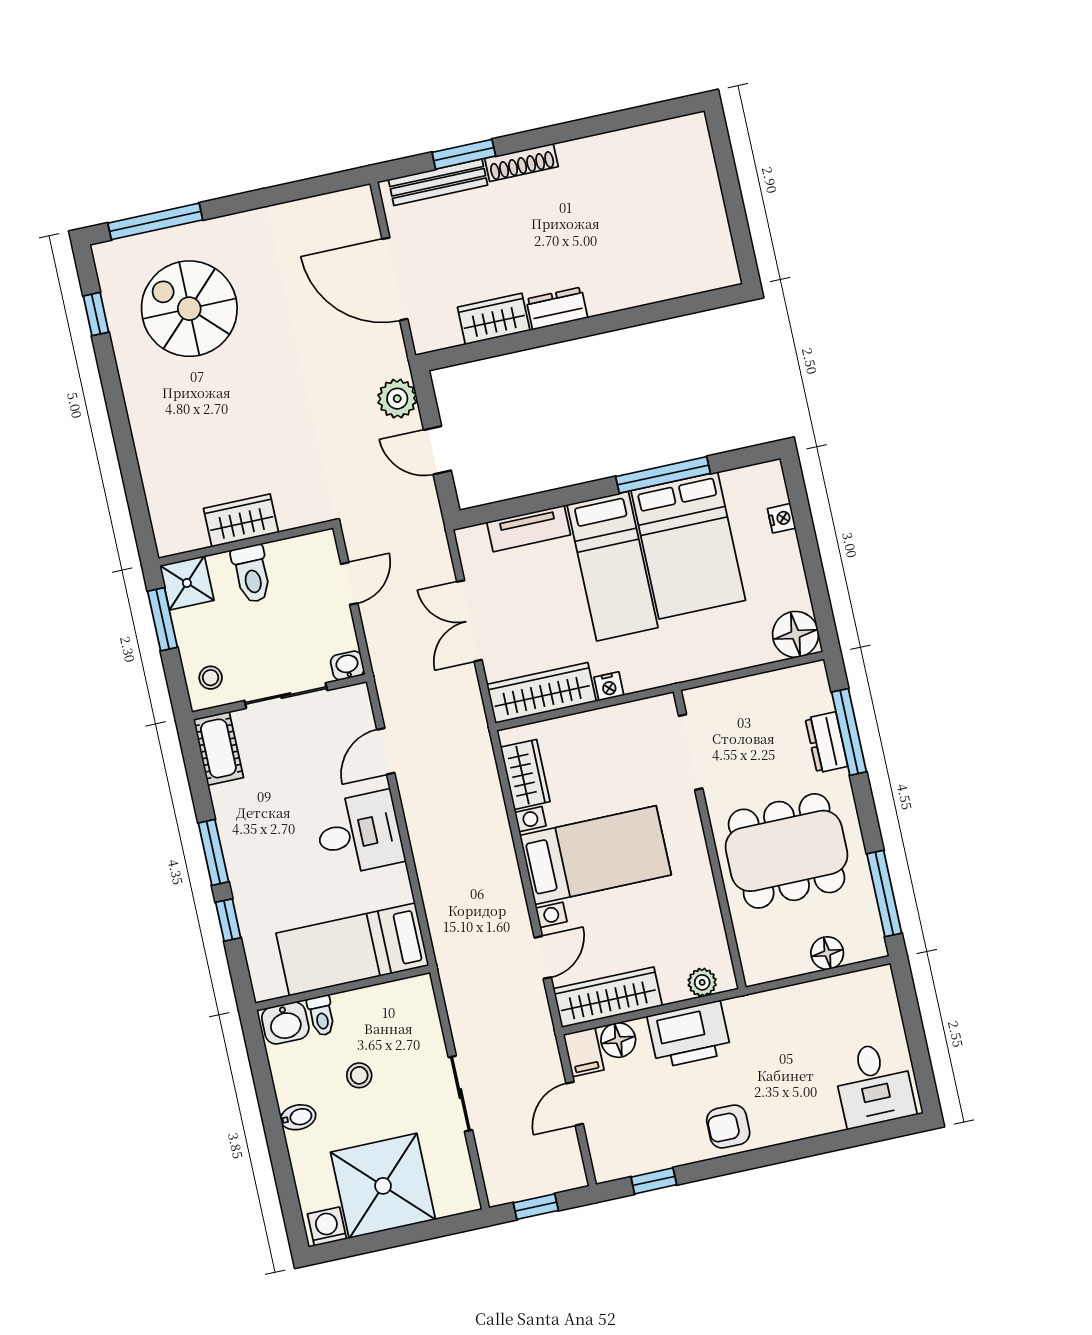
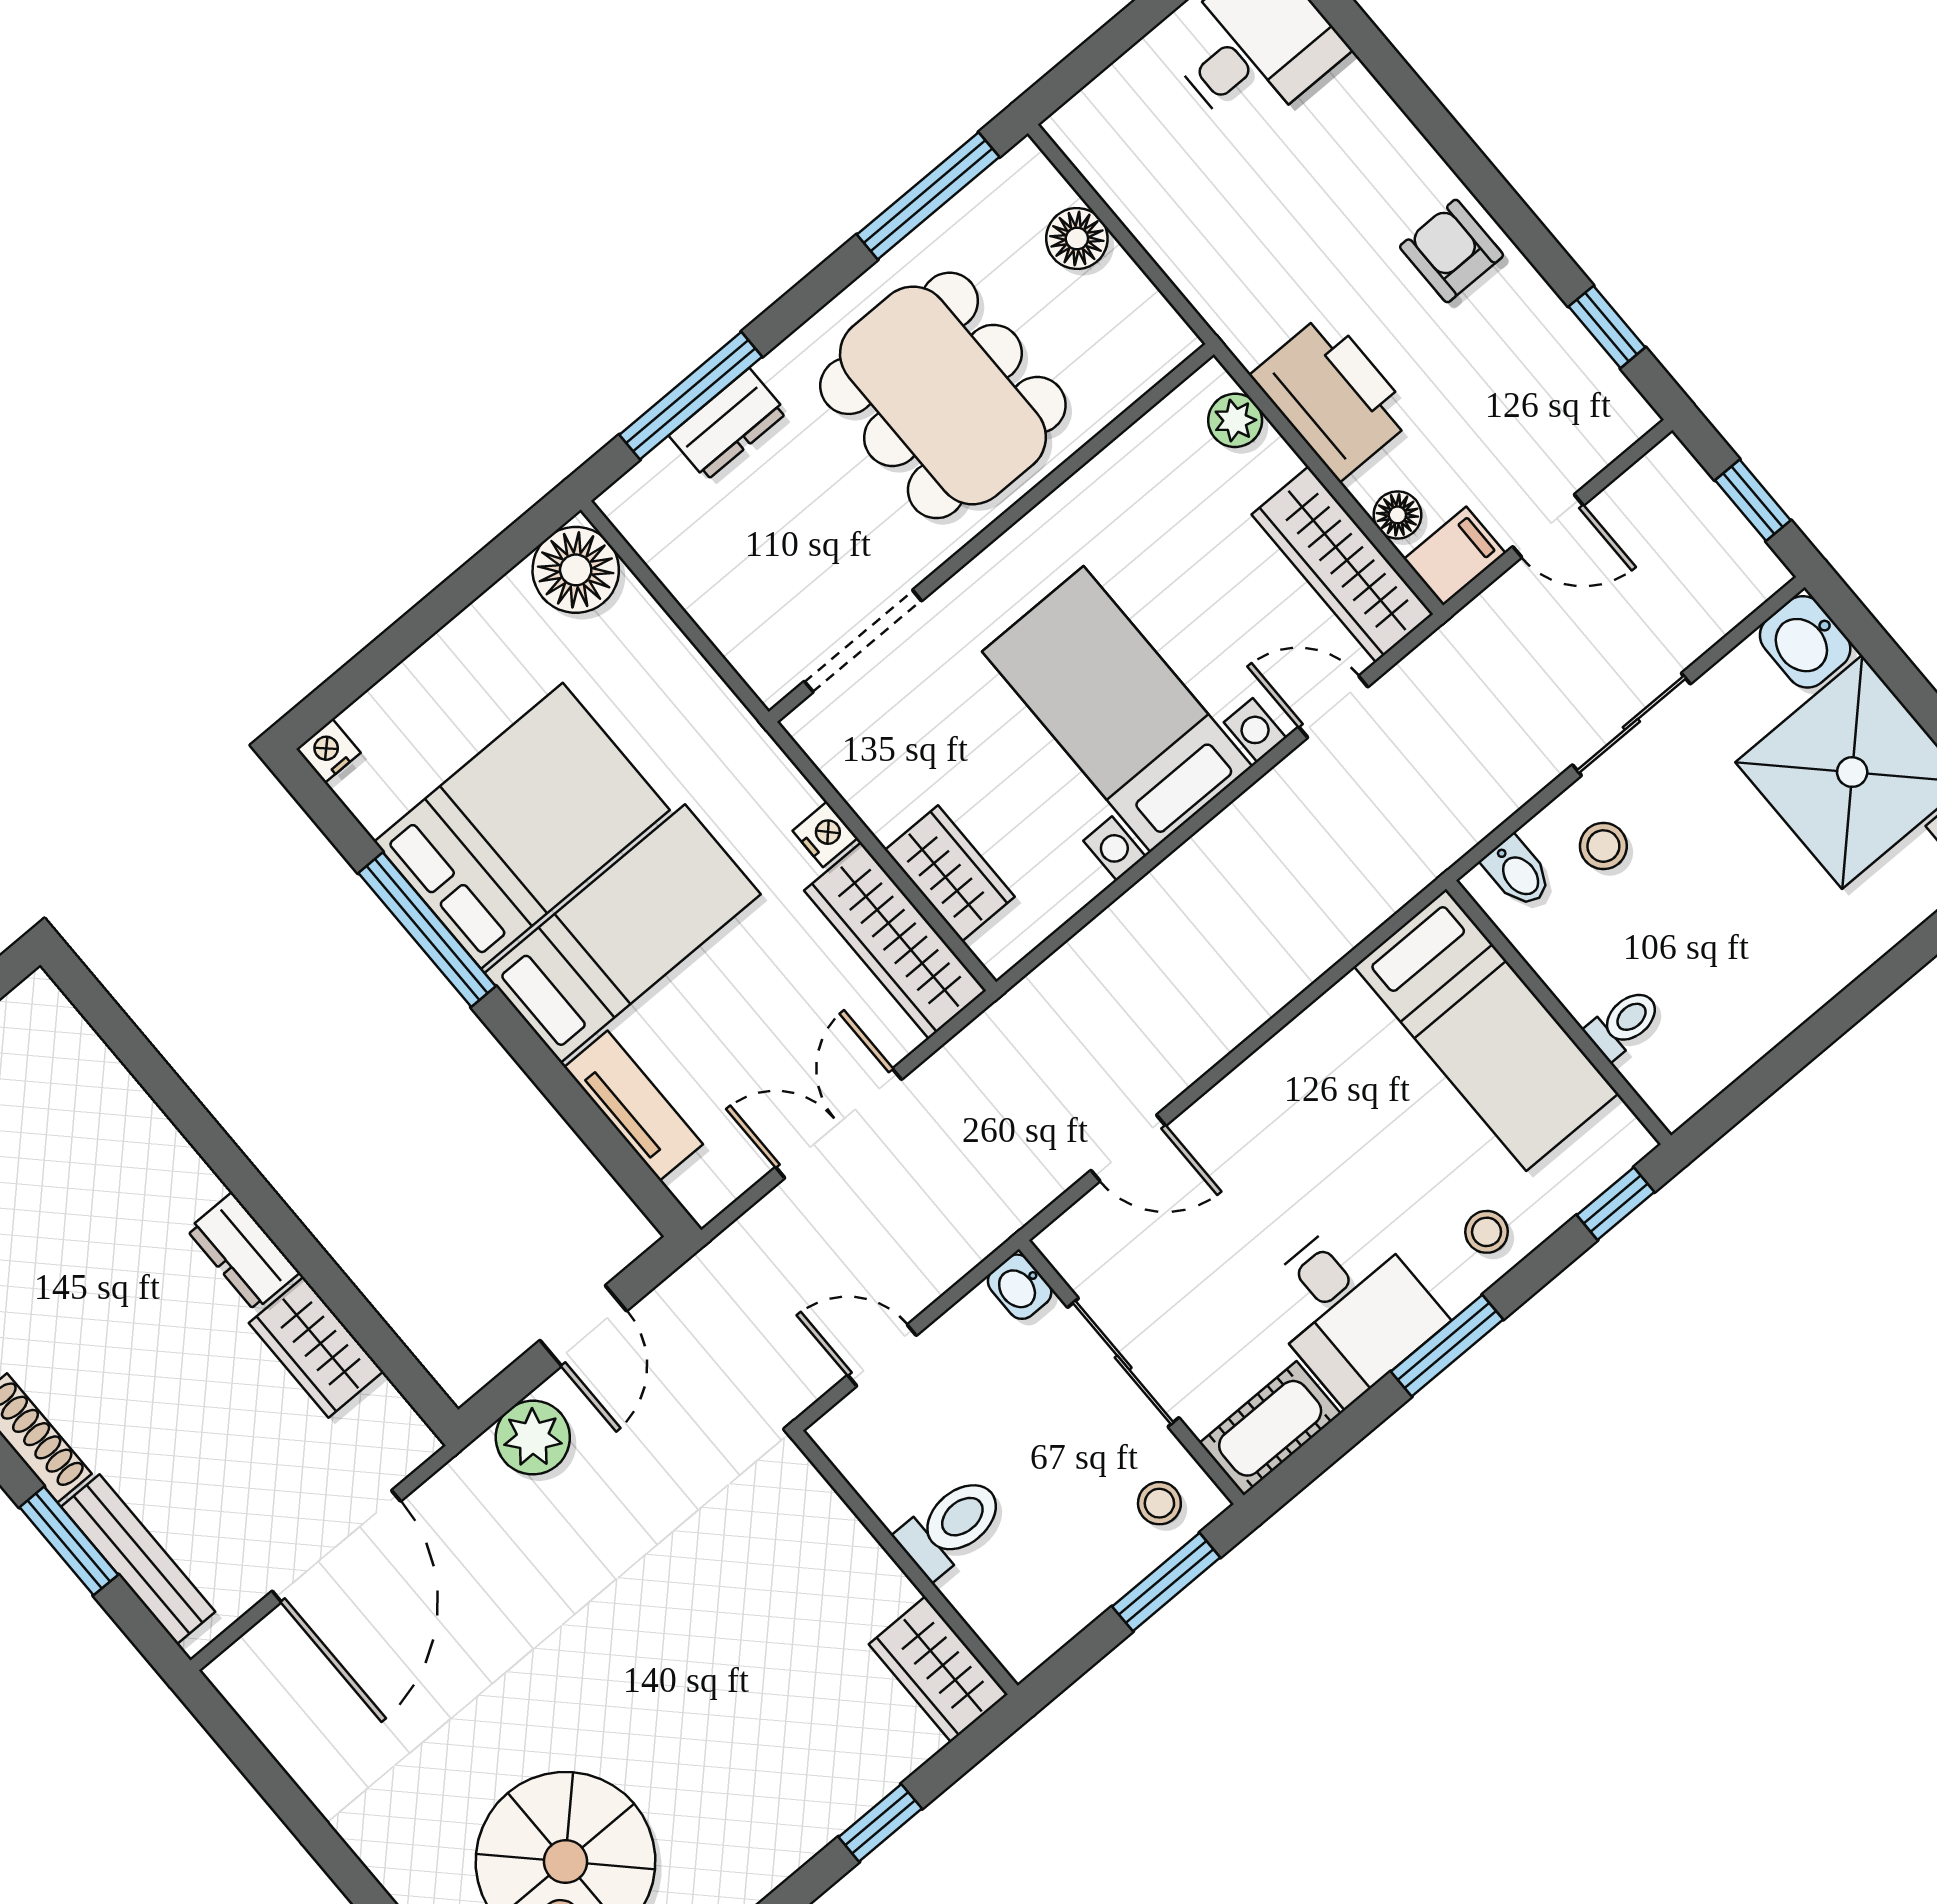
window: (129, 467) -> (880, 1823), added
nightstand: (782, 518) -> (328, 751), moved
wardrobe: (241, 520) -> (938, 1669), moved
shower: (187, 583) -> (1023, 1625), removed
window: (163, 619) -> (1166, 1582), moved
double door: (469, 621) -> (839, 1123), swing flipped
wardrobe: (525, 774) -> (950, 873), moved, turned 90
desk: (359, 833) -> (1350, 1308), moved, turned 180
stool: (257, 899) -> (1487, 1232), added
window: (228, 920) -> (1616, 1204), moved
washbasin: (285, 1023) -> (1805, 642), moved, turned 180
floor lamp: (618, 1040) -> (1397, 515), width x0.73, depth x0.73
stool: (359, 1075) -> (1603, 846), moved
bidet: (298, 1117) -> (1518, 872), moved, turned 180
armchair: (728, 1127) -> (1452, 251), turned 180

